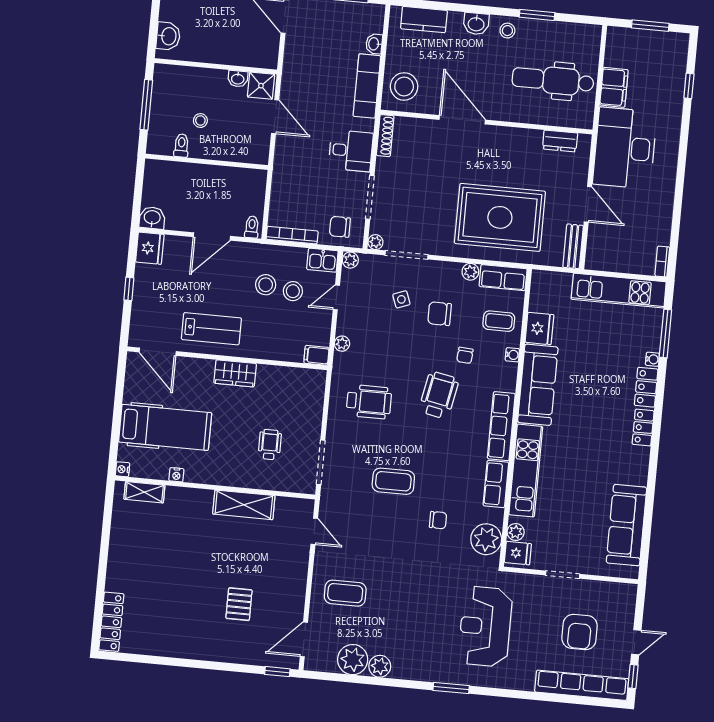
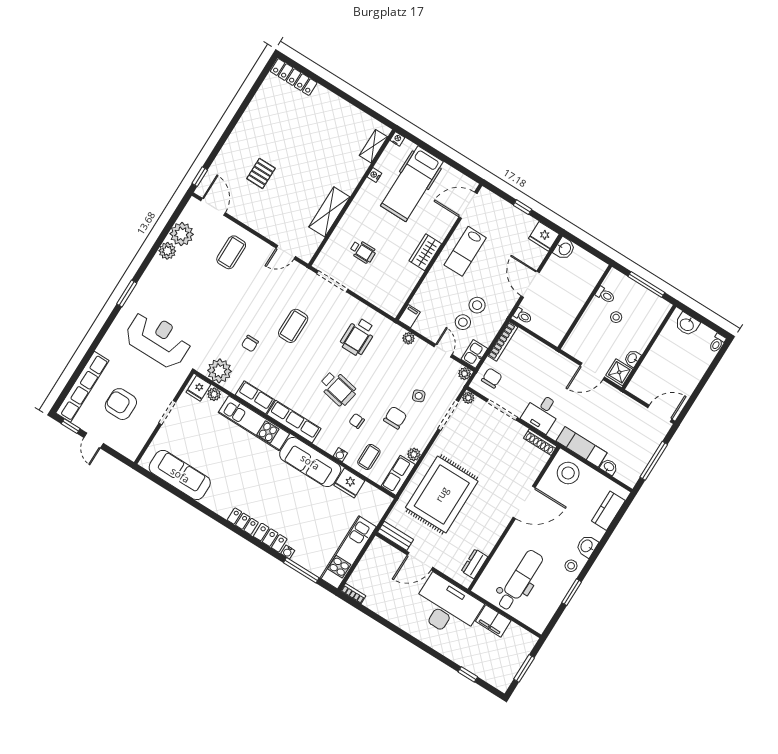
pallet: (239, 604) -> (261, 173), turned 90

